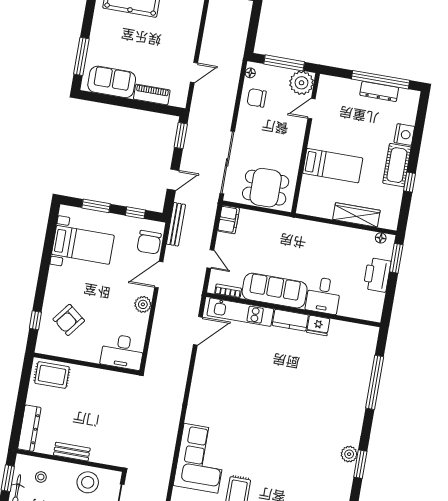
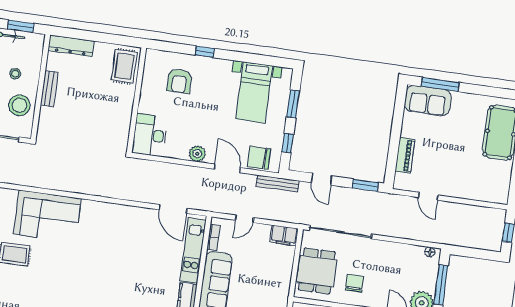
sofa: (112, 82) -> (428, 101), moved, turned 90
chair: (257, 98) -> (355, 283), moved
window: (35, 320) -> (205, 52), moved
armchair: (69, 320) -> (179, 81), turned -128
stool: (41, 477) -> (15, 74), moved

